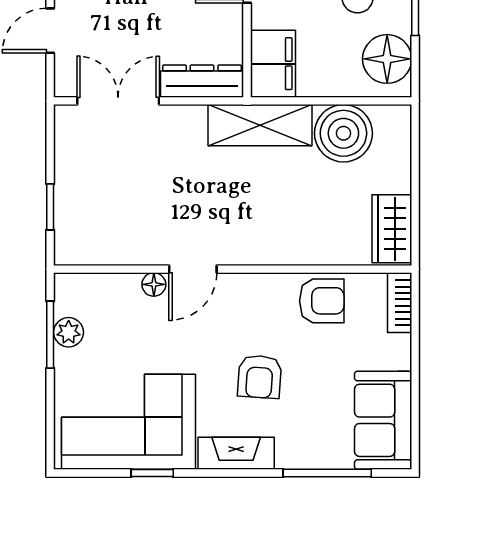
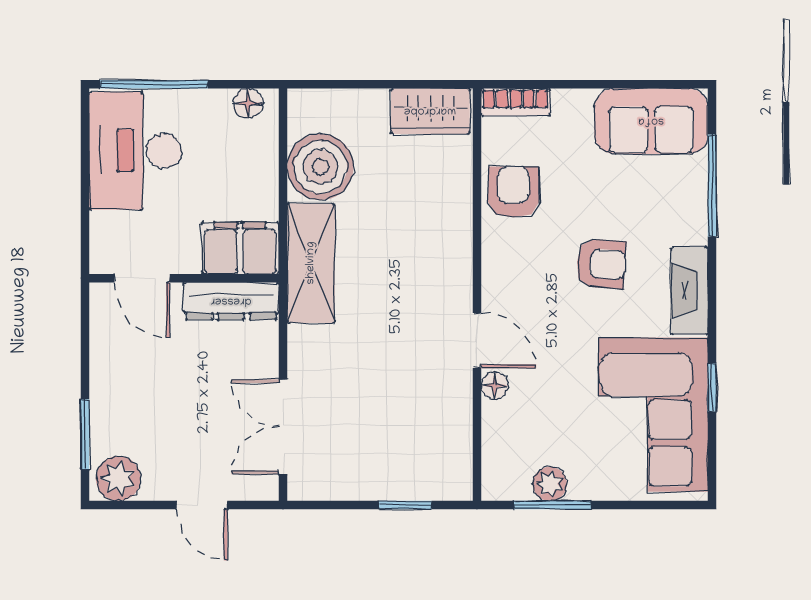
floor lamp: (387, 59) -> (248, 103), width x0.53, depth x0.53
dresser: (202, 81) -> (231, 301), moved, turned -90

